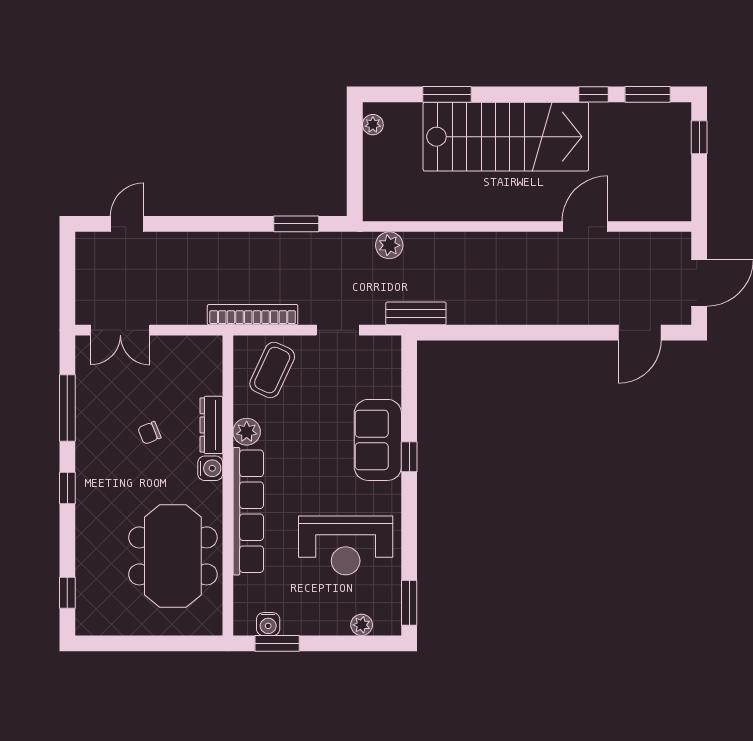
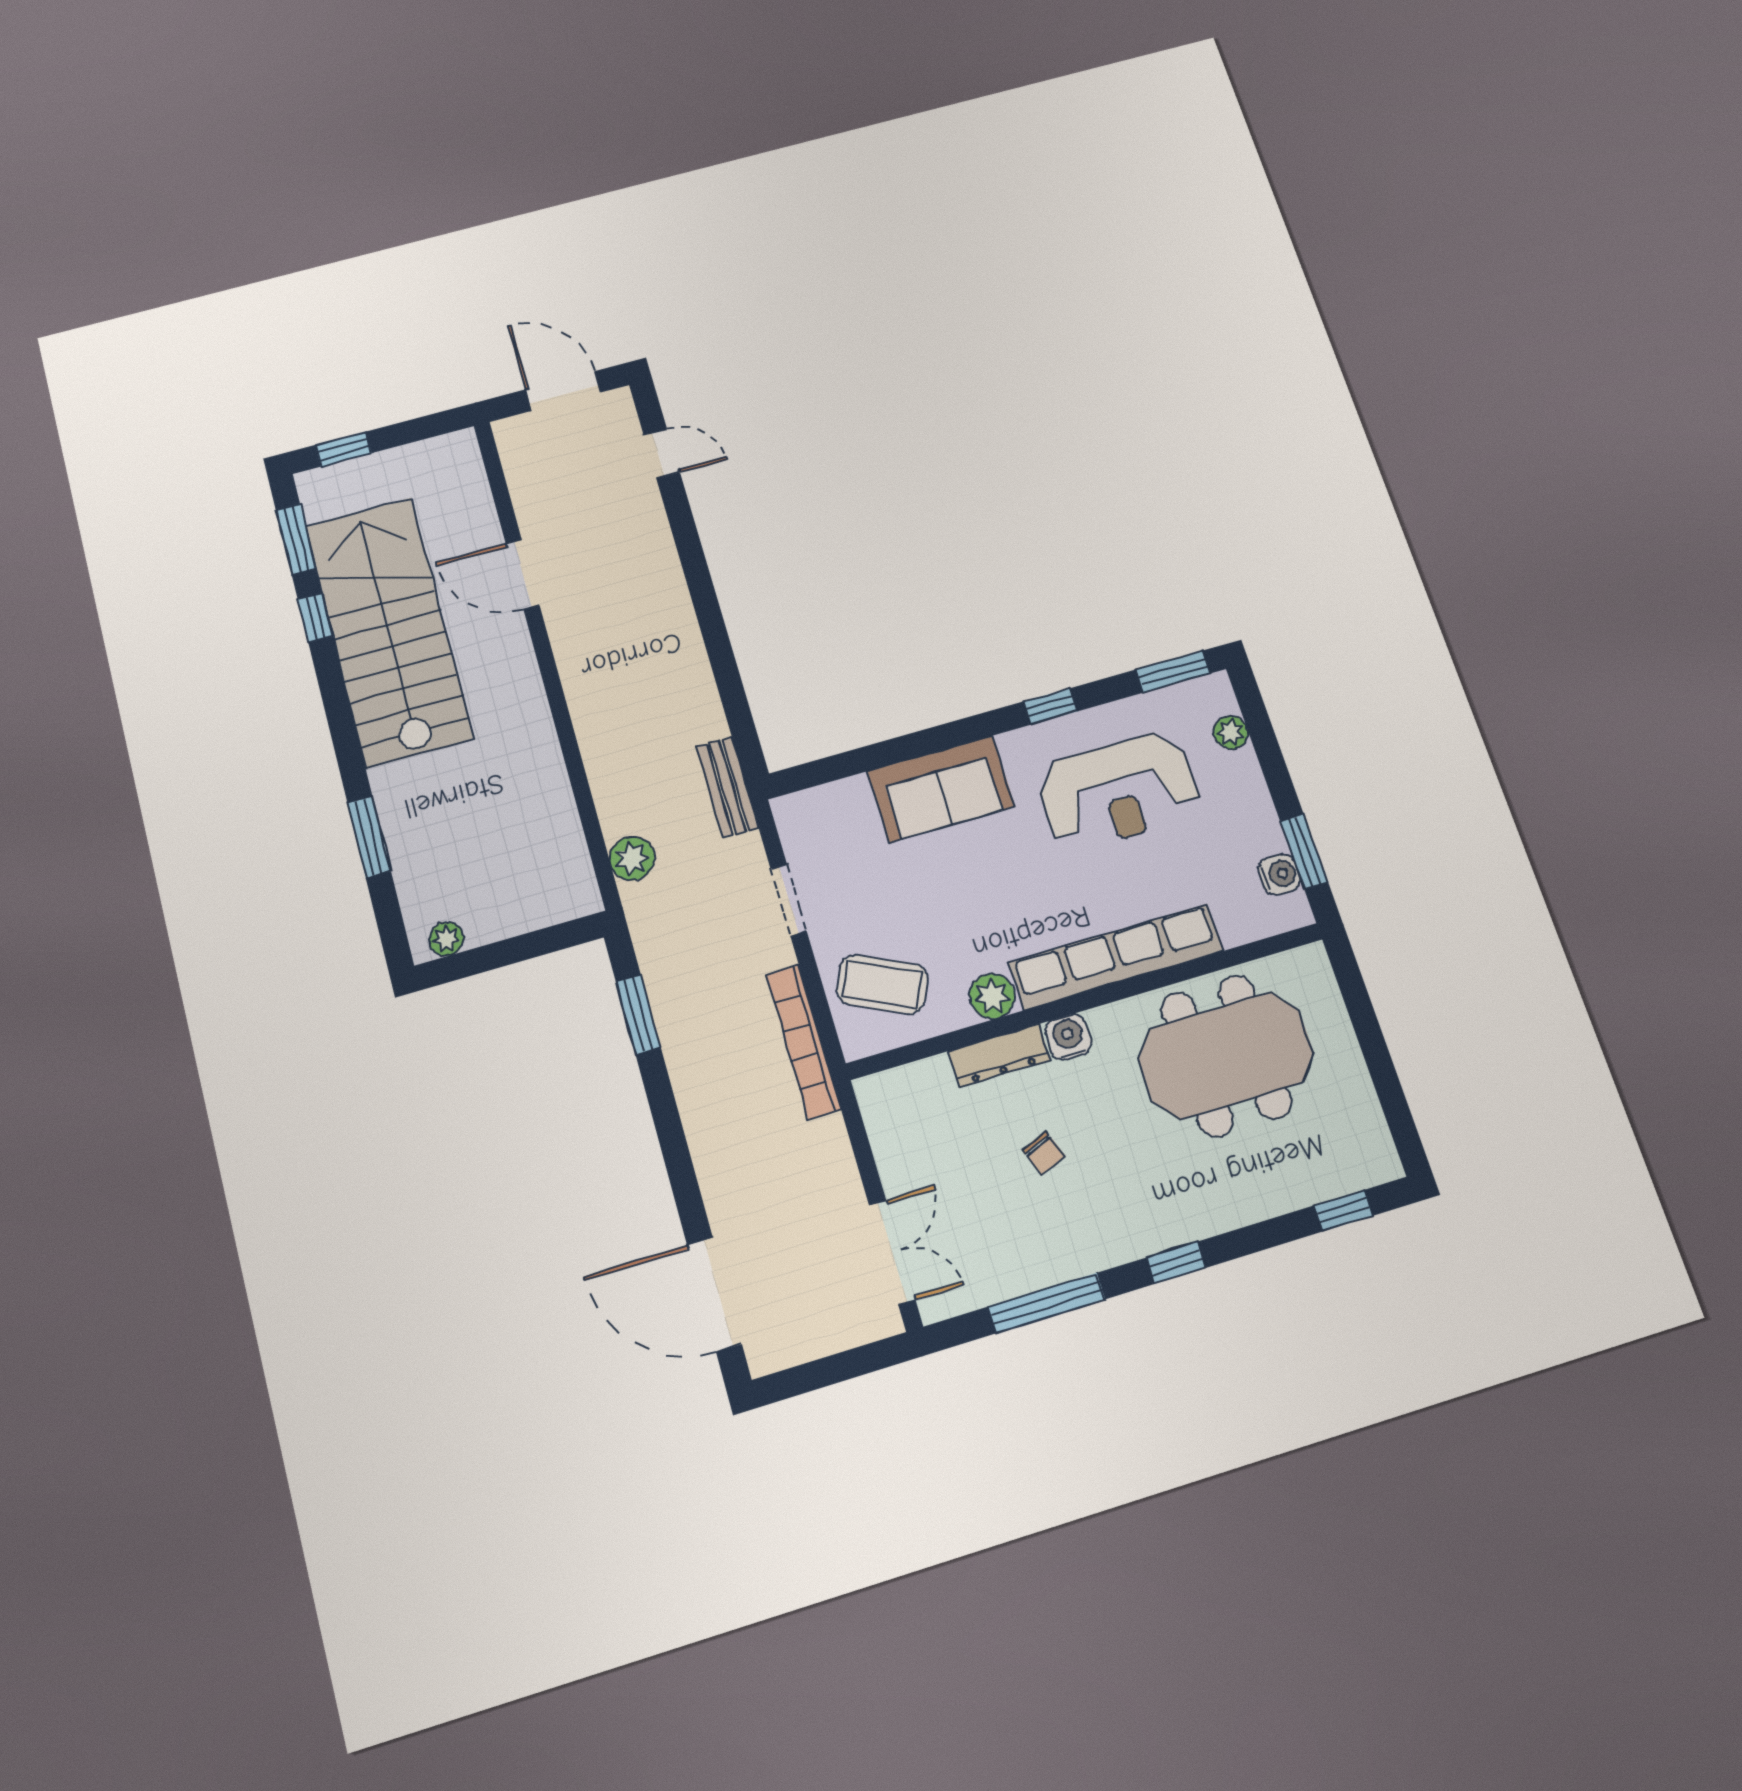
stairs: (506, 137) -> (389, 631), moved
door: (127, 224) -> (714, 1294), width x1.88
door: (640, 333) -> (662, 454), width x0.73
window: (409, 457) -> (1050, 706), moved
reception desk: (346, 545) -> (1119, 791), turned 90

